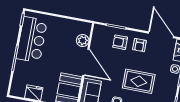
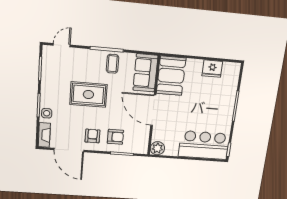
bar counter: (32, 40) -> (204, 145), moved, turned 90
plant: (83, 40) -> (157, 148), moved

